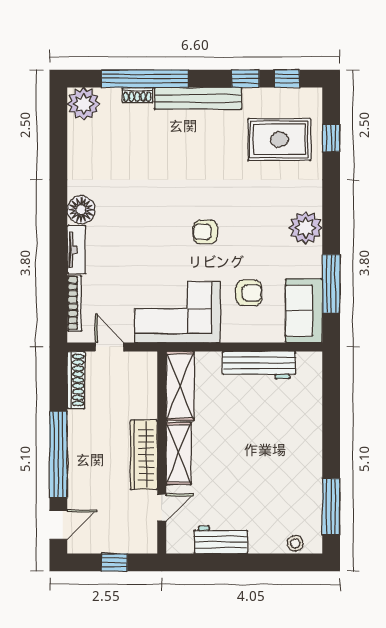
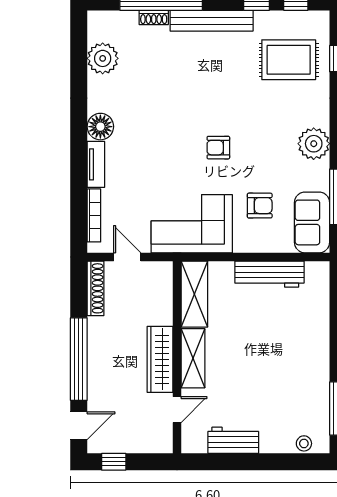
plant: (84, 104) -> (103, 58), moved
window: (114, 562) -> (114, 462), moved

